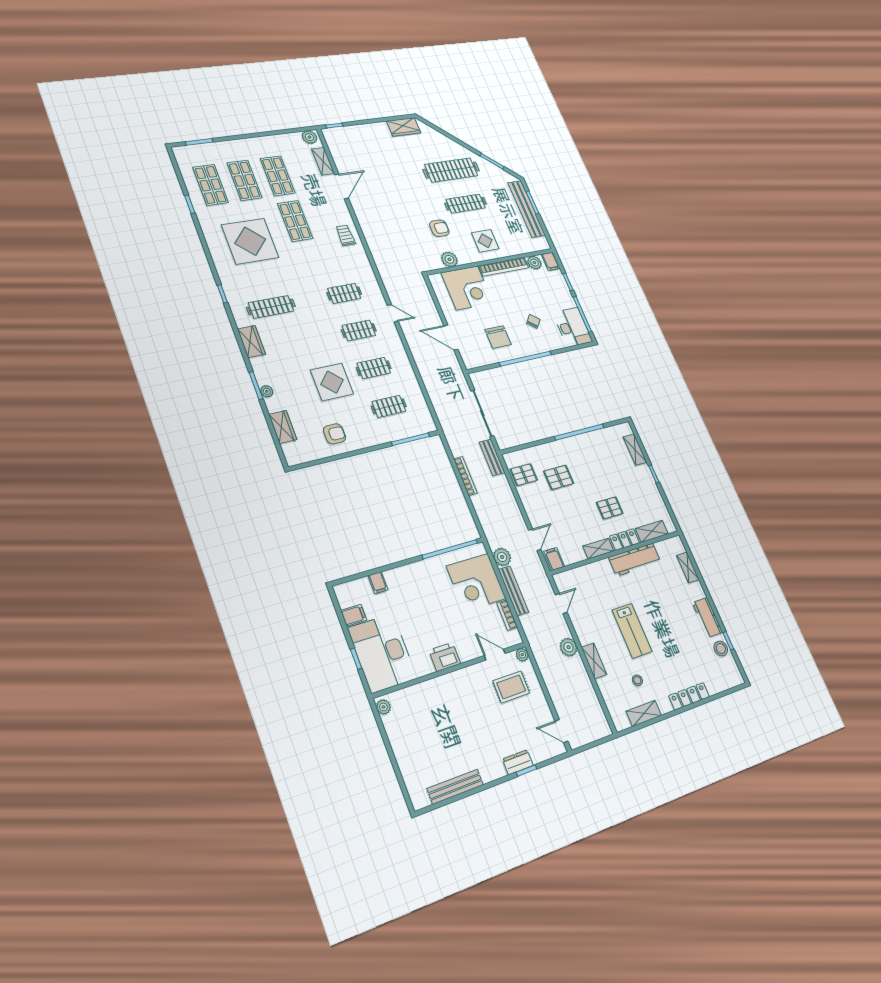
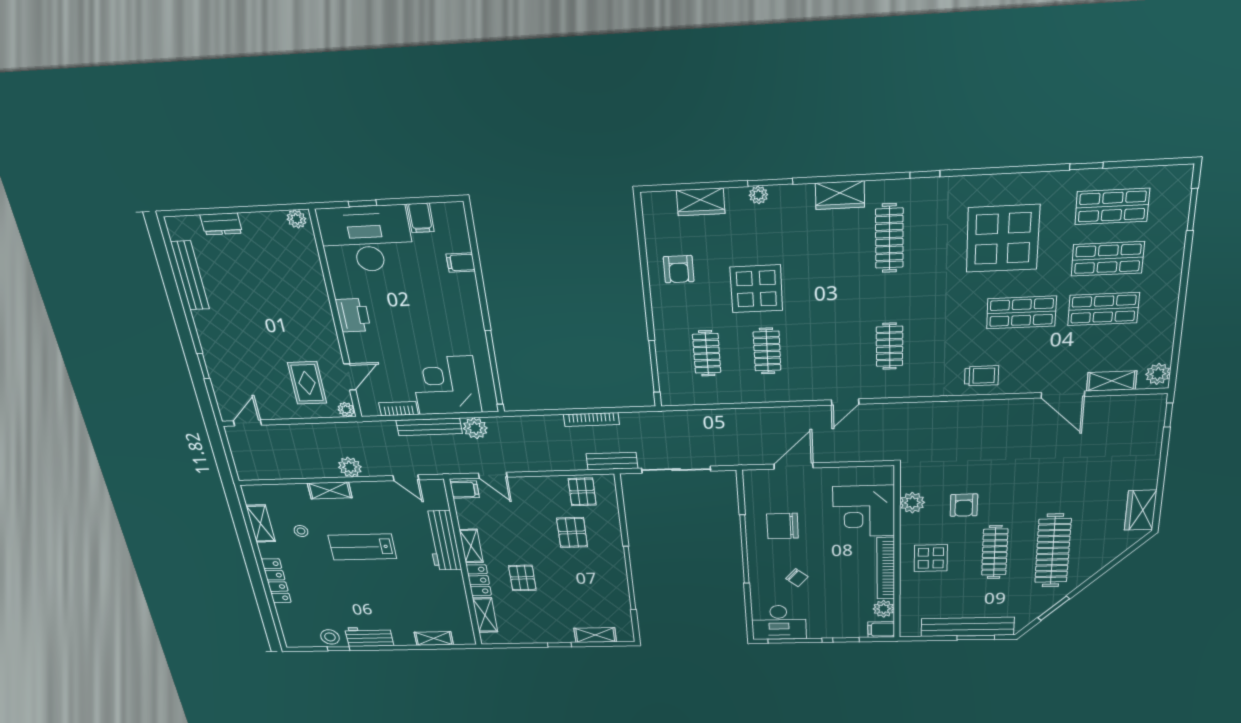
clothes rail: (359, 330) -> (828, 349), removed
workbench: (635, 560) -> (443, 541), moved
dresser: (518, 762) -> (221, 224), moved, turned 90

